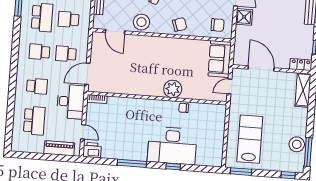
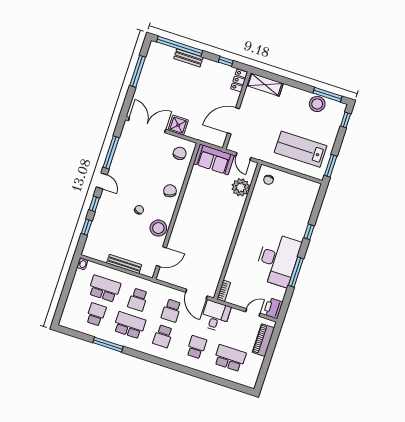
plant: (173, 89) -> (241, 187), moved
desk: (71, 102) -> (215, 316), width x0.73
chair: (184, 108) -> (269, 180), moved
desk: (172, 146) -> (278, 260), moved

